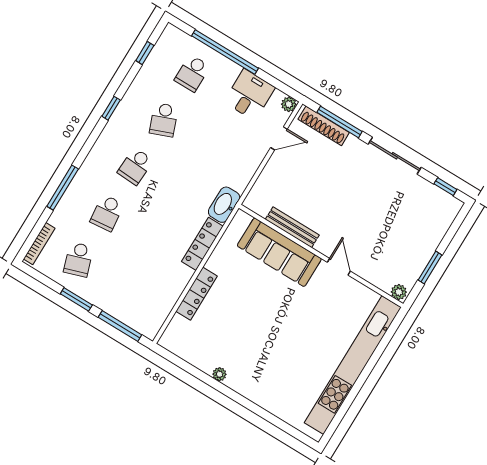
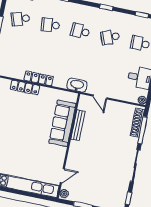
door: (279, 138) -> (100, 97), moved
locker: (202, 244) -> (39, 78), moved
door: (339, 267) -> (62, 176), moved

